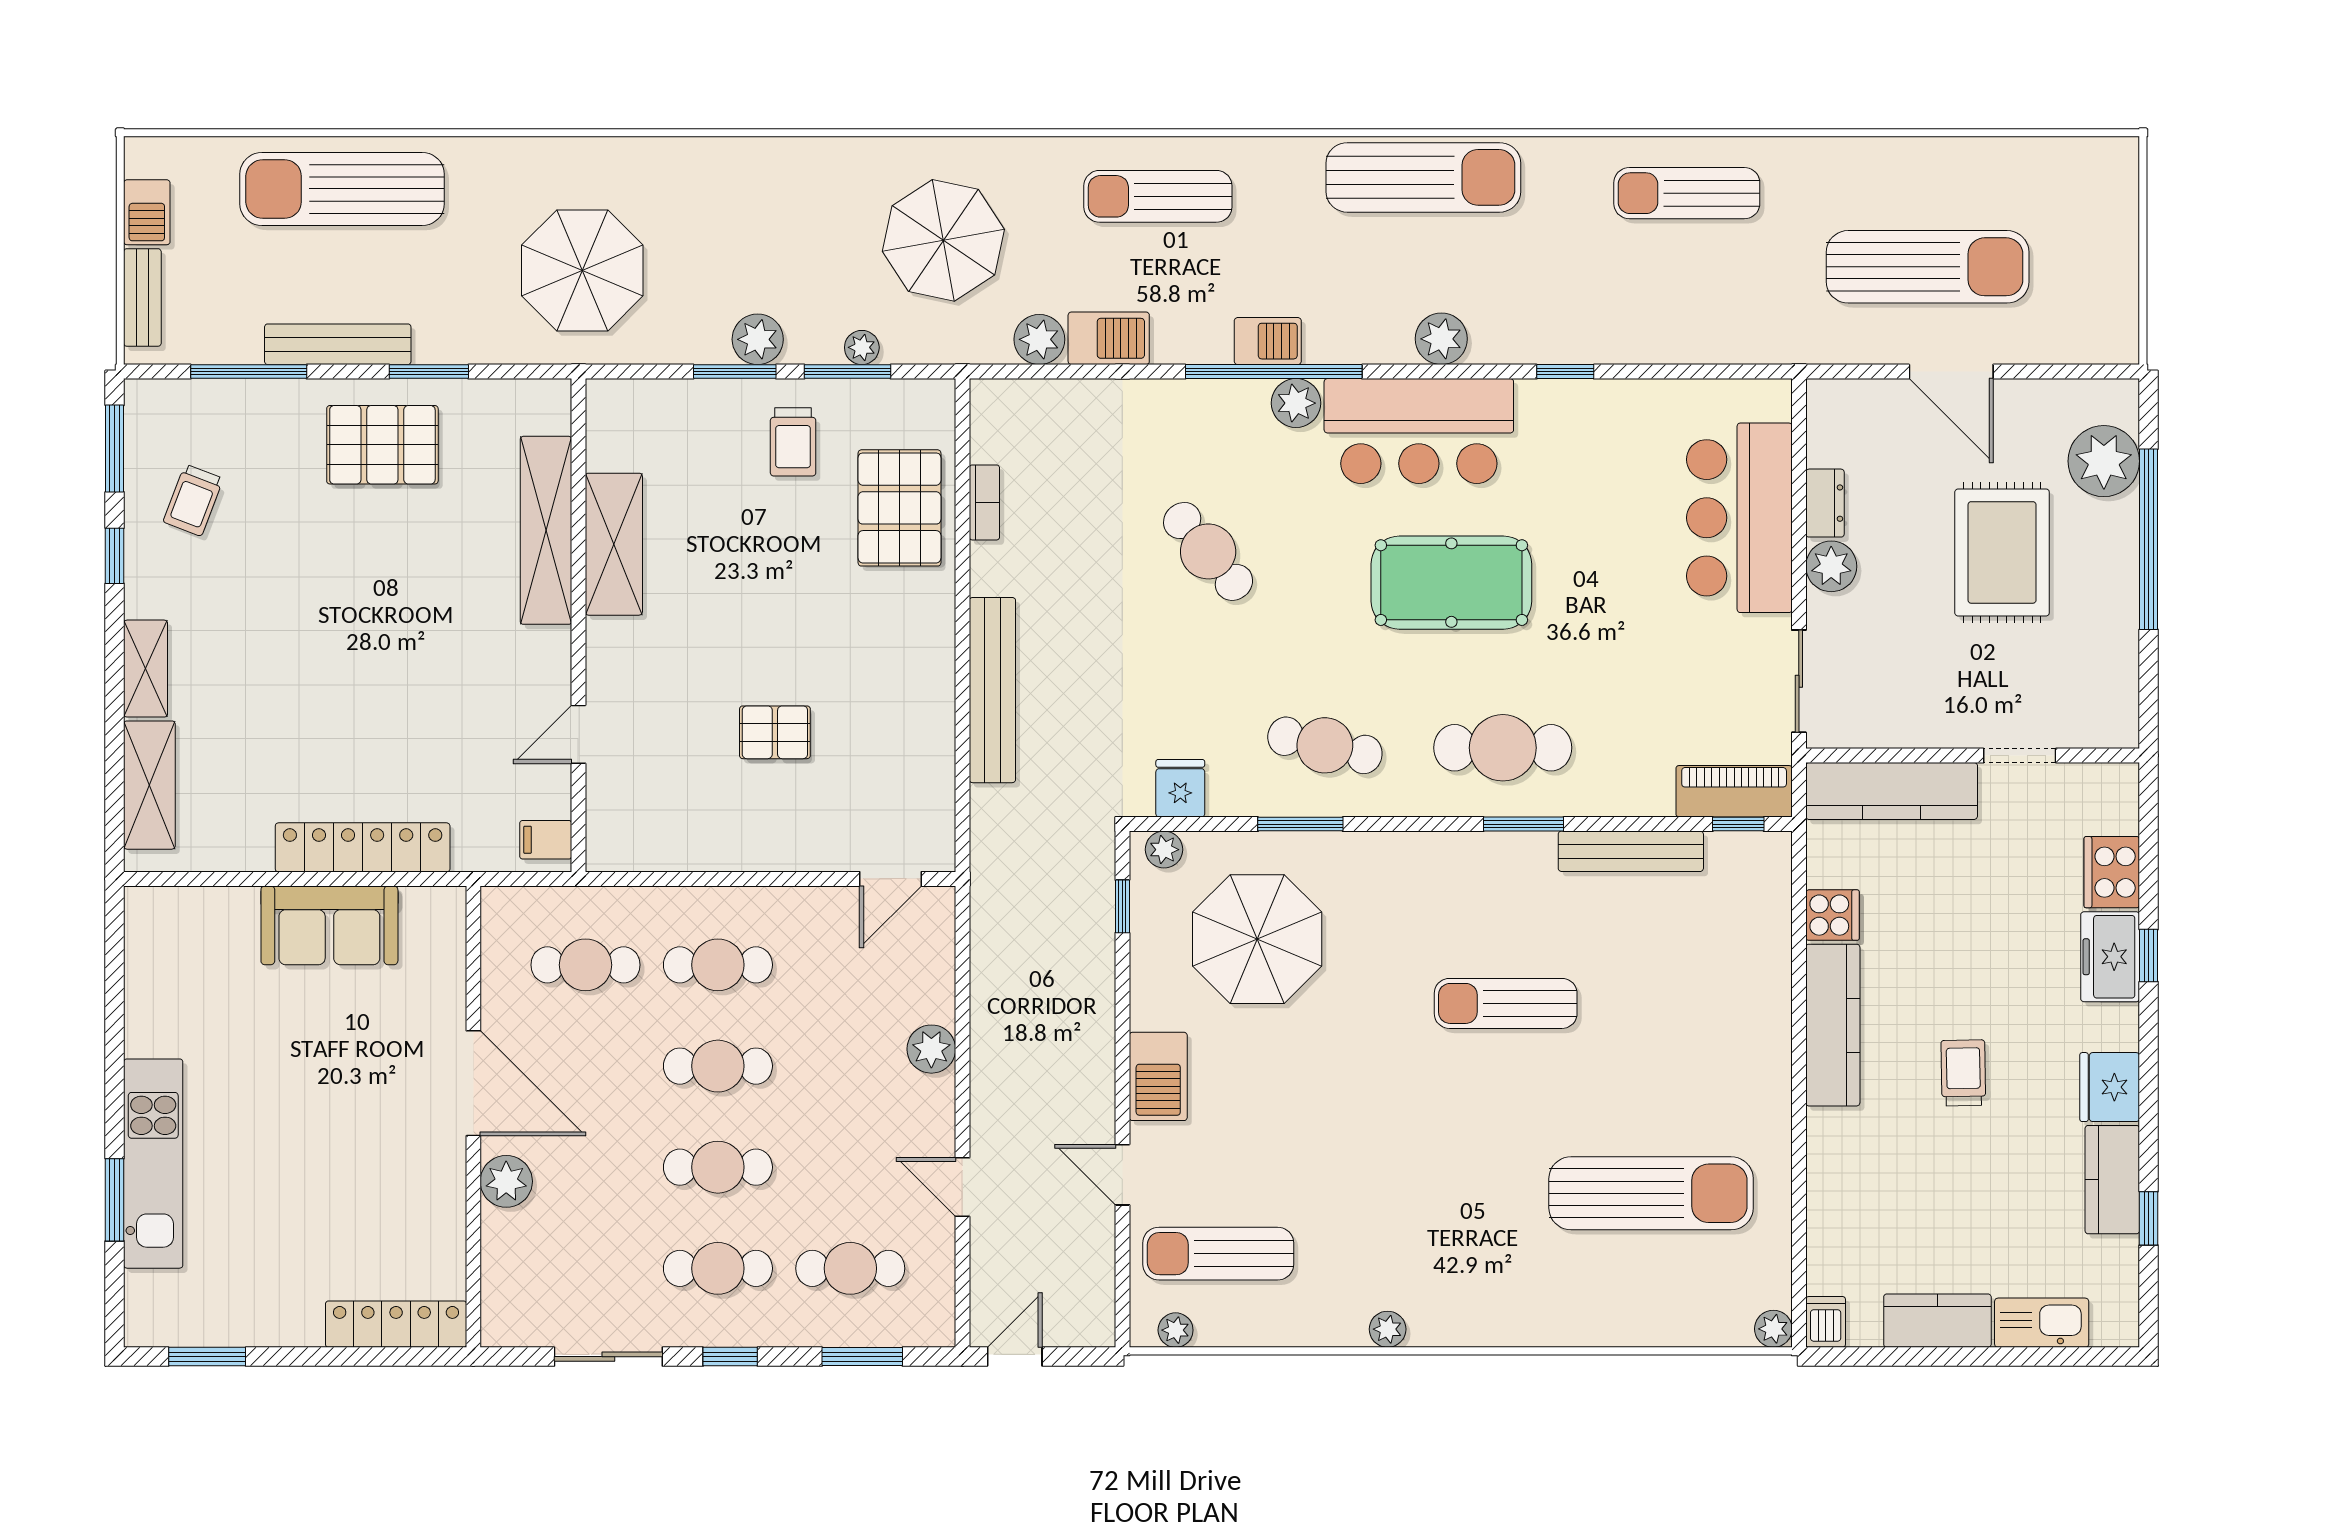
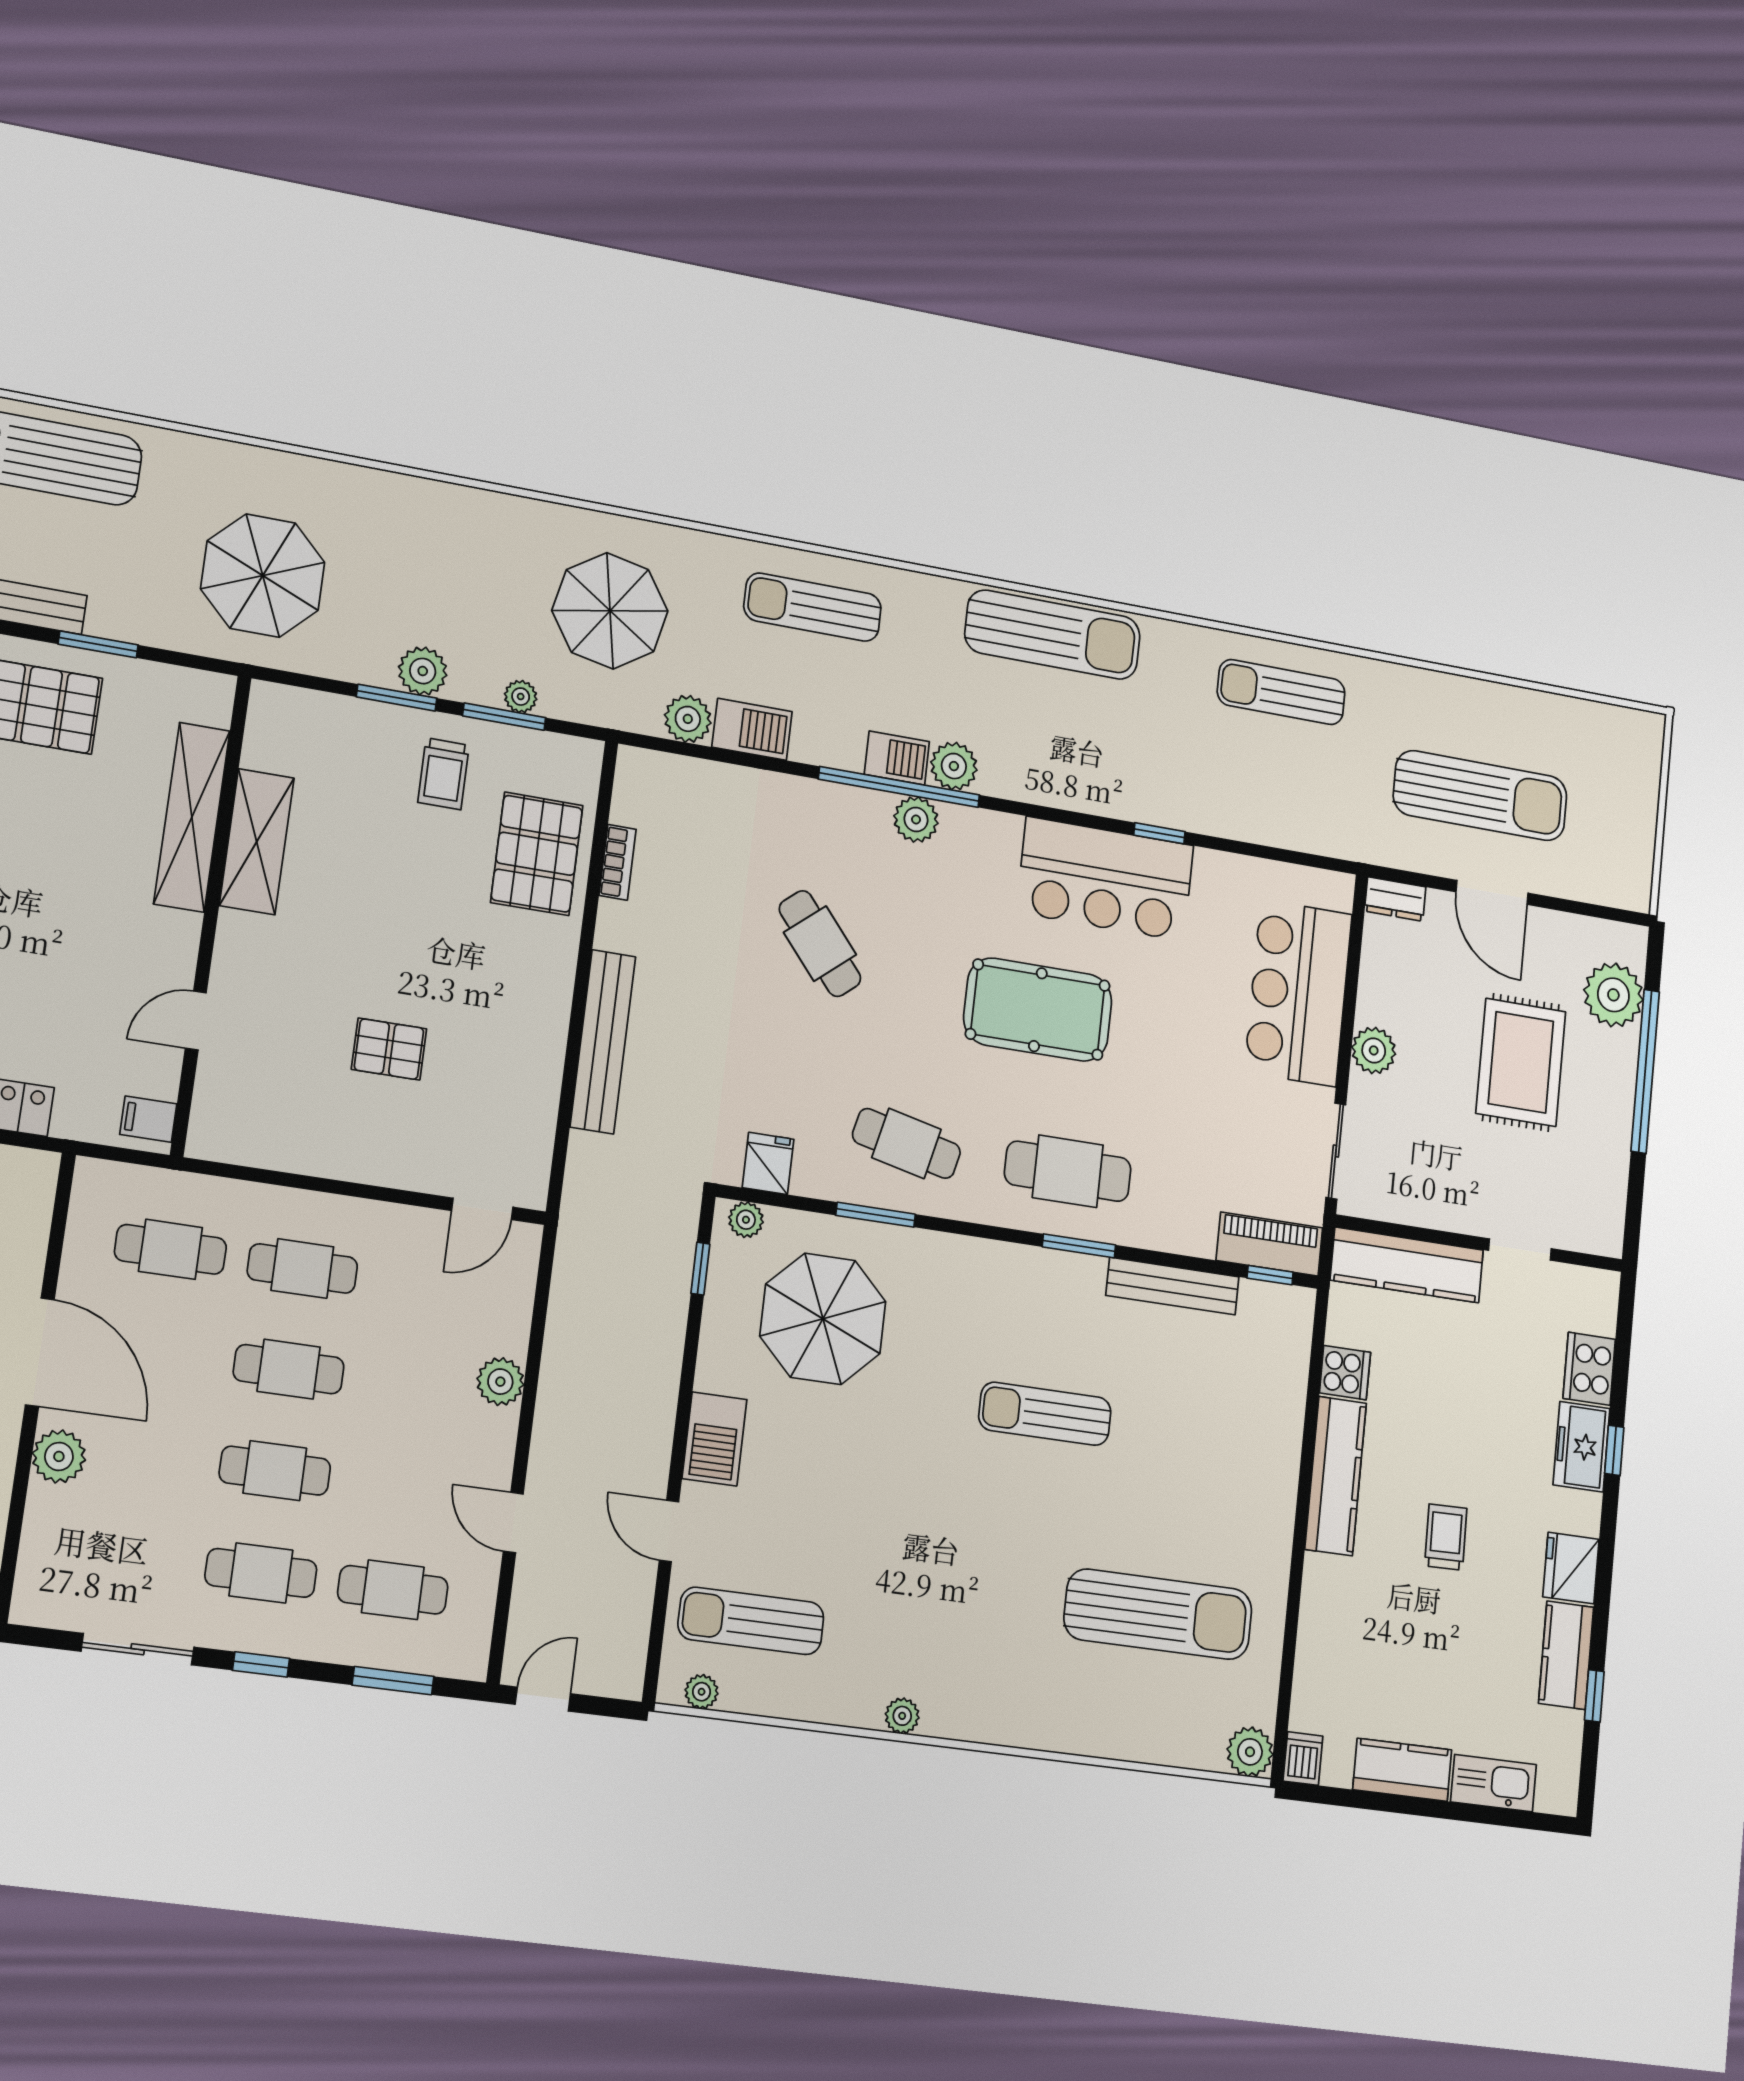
plant: (1441, 339) -> (954, 766), moved
bar counter: (1419, 431) -> (1105, 879), moved
dresser: (1825, 503) -> (1395, 899), moved, turned 90
plant: (1773, 1329) -> (1250, 1752), width x1.38, depth x1.38

